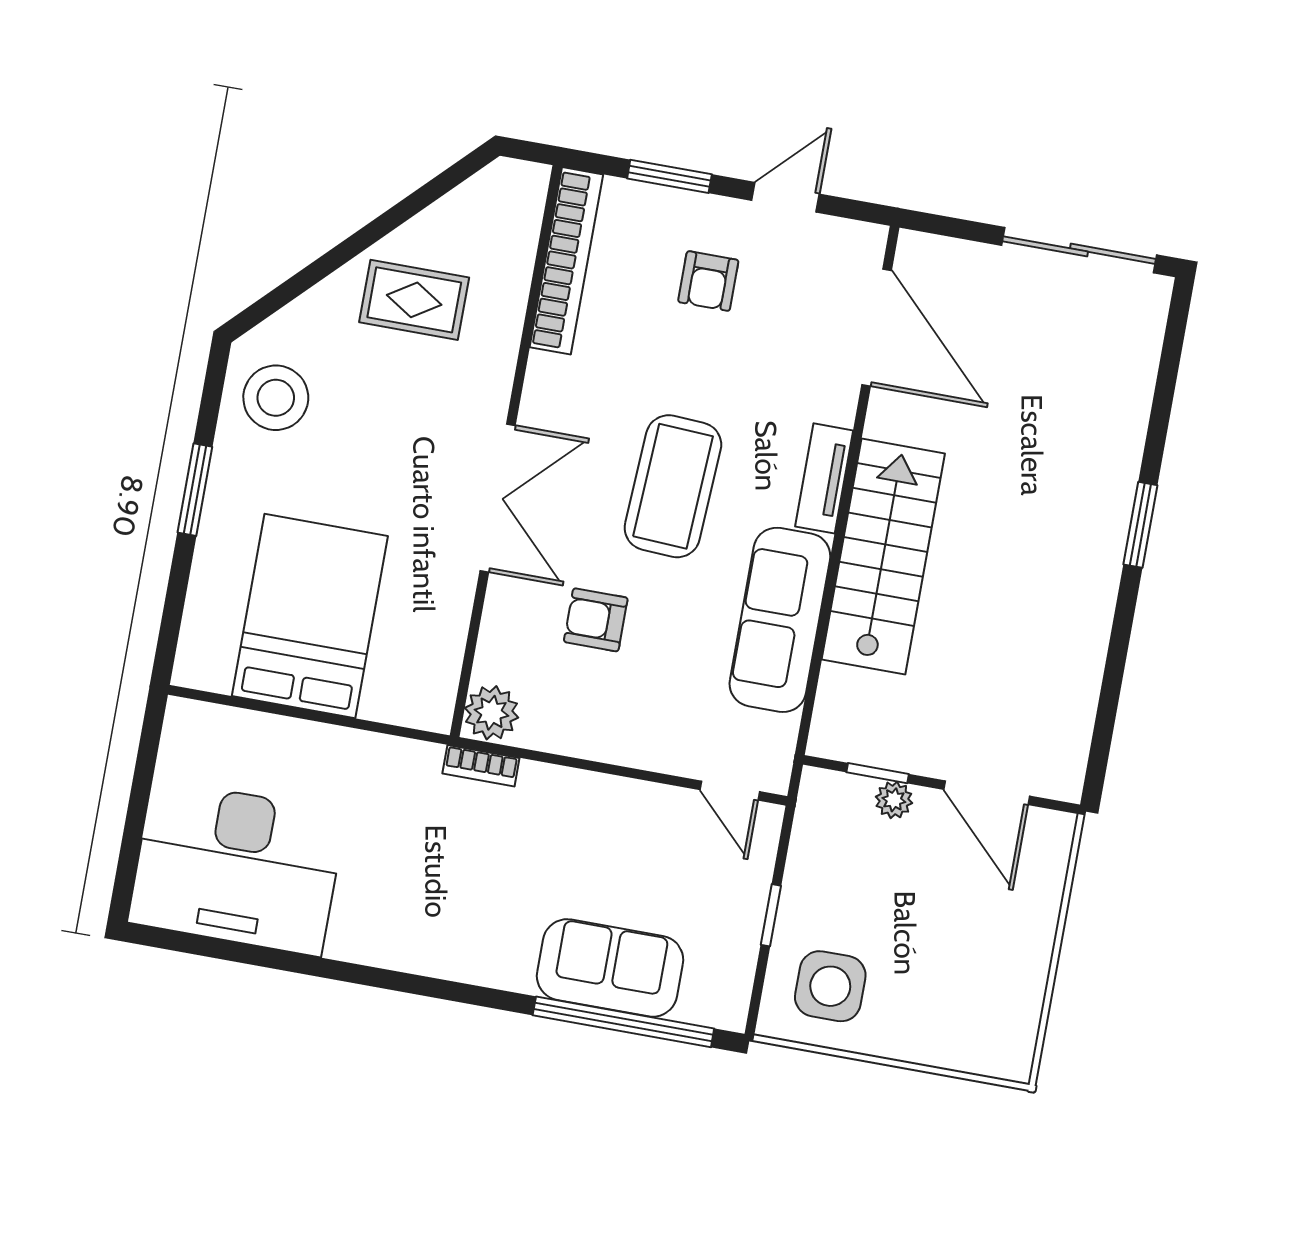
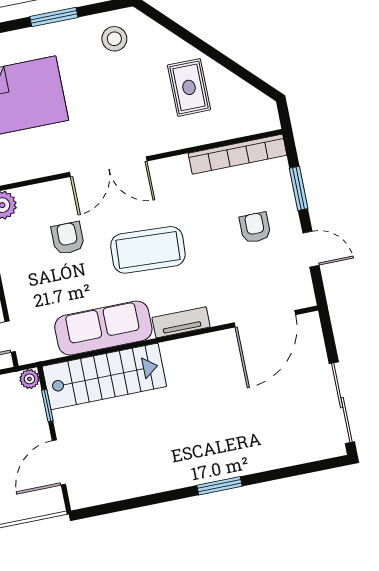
armchair: (708, 281) -> (255, 228), turned 90
stool: (276, 398) -> (114, 39), width x0.73, depth x0.73
stairs: (883, 556) -> (104, 376), moved
plant: (894, 800) -> (29, 379), moved

